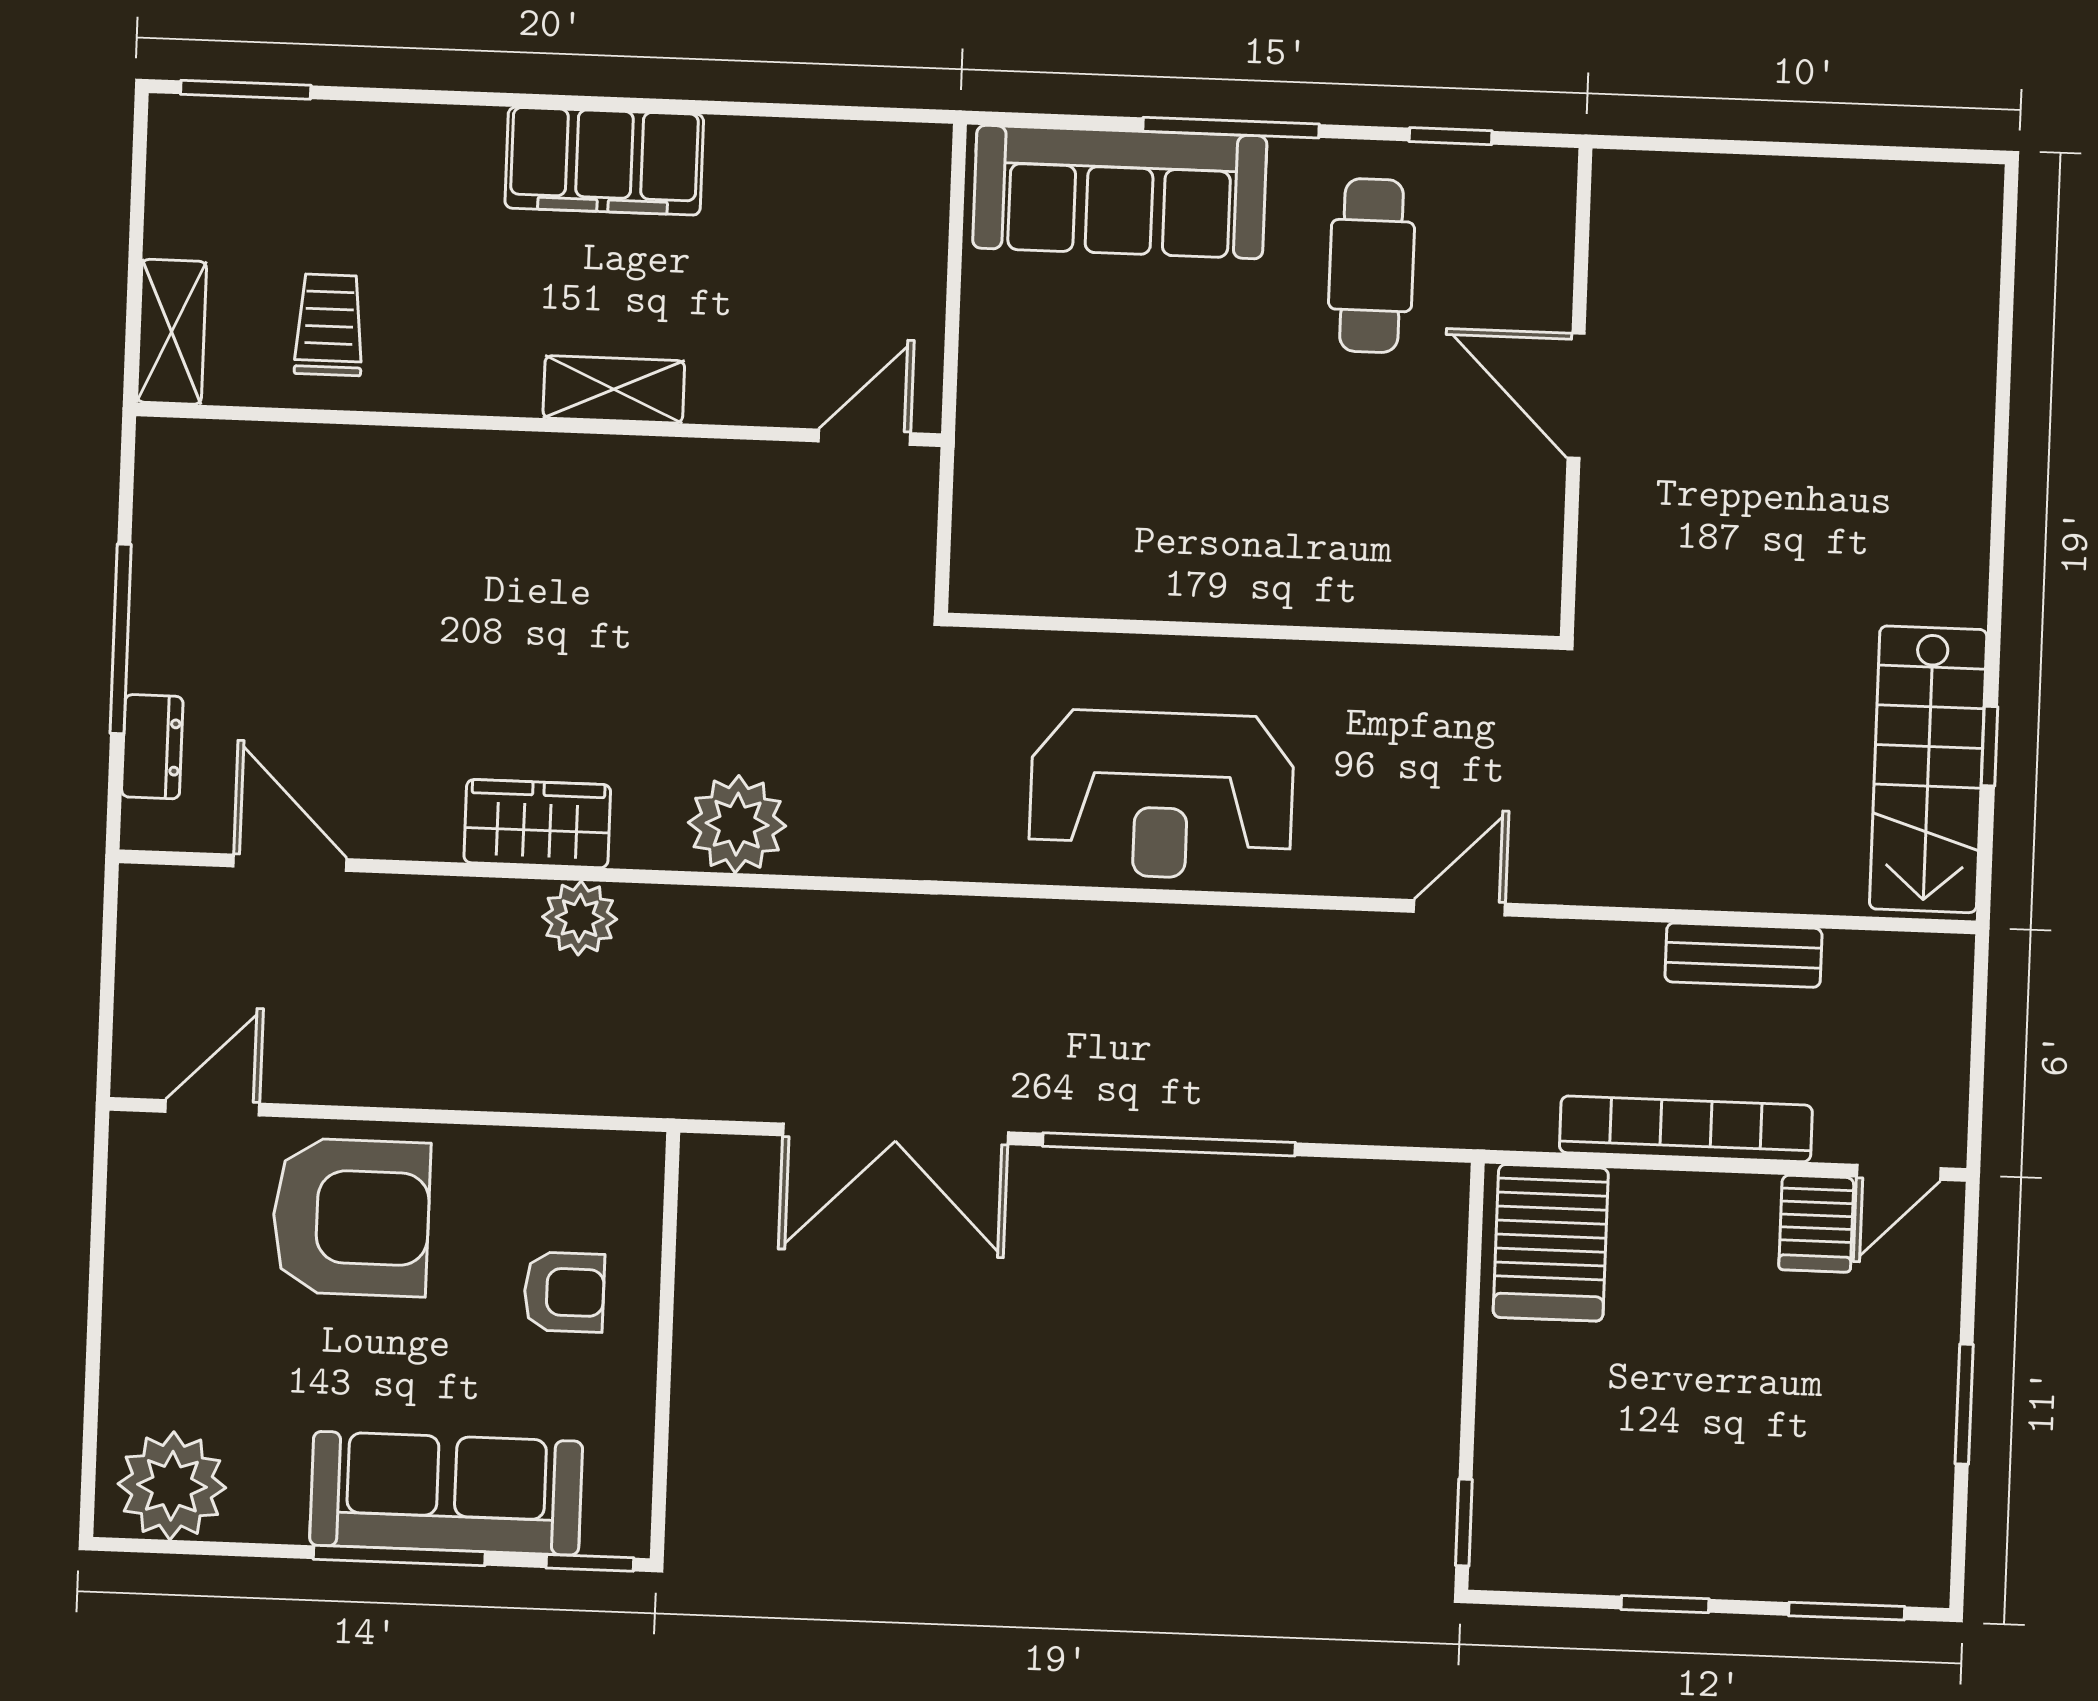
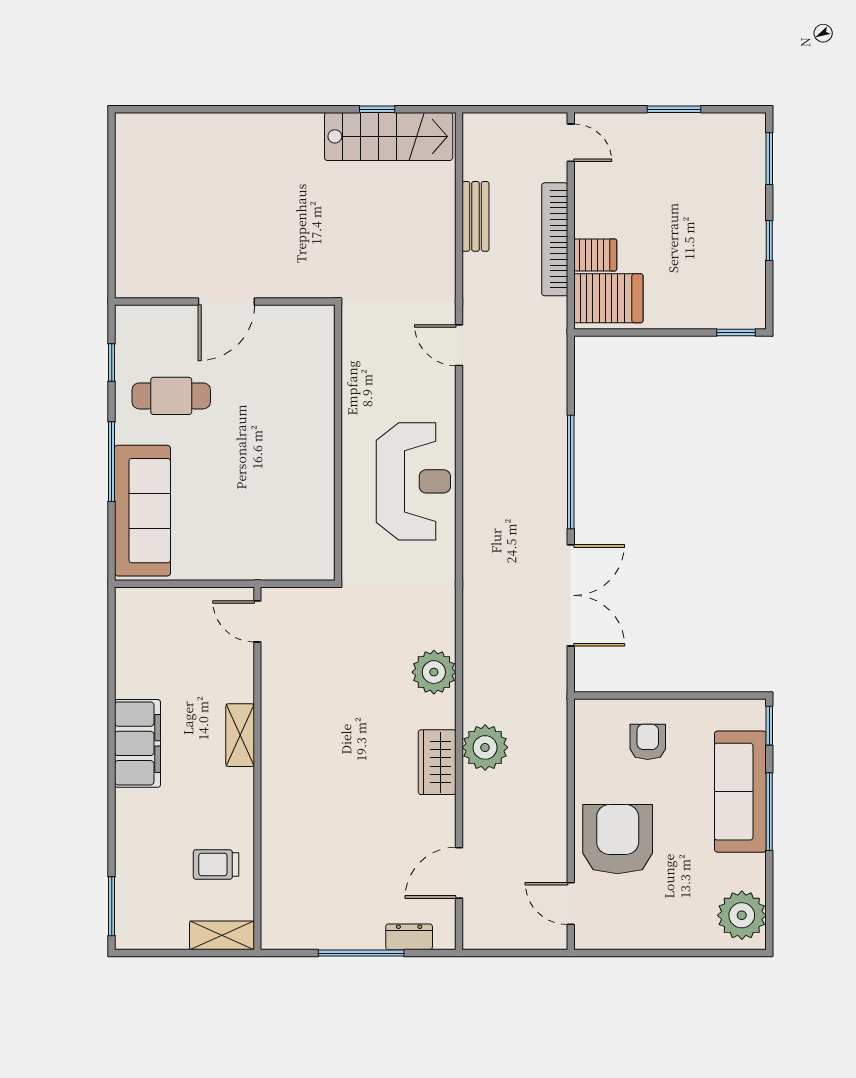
plant: (580, 918) -> (485, 747), width x1.36, depth x1.36
server rack: (1816, 1224) -> (595, 255), moved

